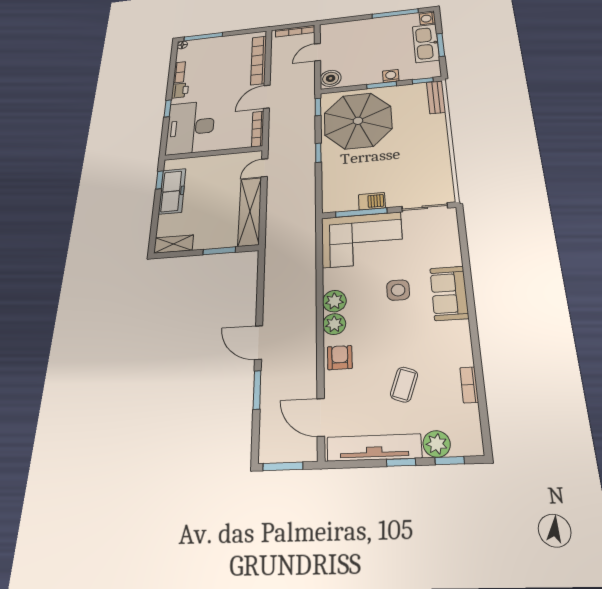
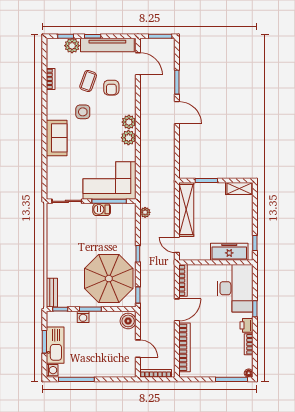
door: (317, 52) -> (138, 349), hinge flipped
door: (264, 168) -> (177, 245), swing flipped
freezer: (172, 191) -> (229, 252), moved, turned 90
plant: (309, 203) -> (145, 212), added
side table: (398, 290) -> (83, 112), moved
armchair: (340, 358) -> (111, 88), moved

